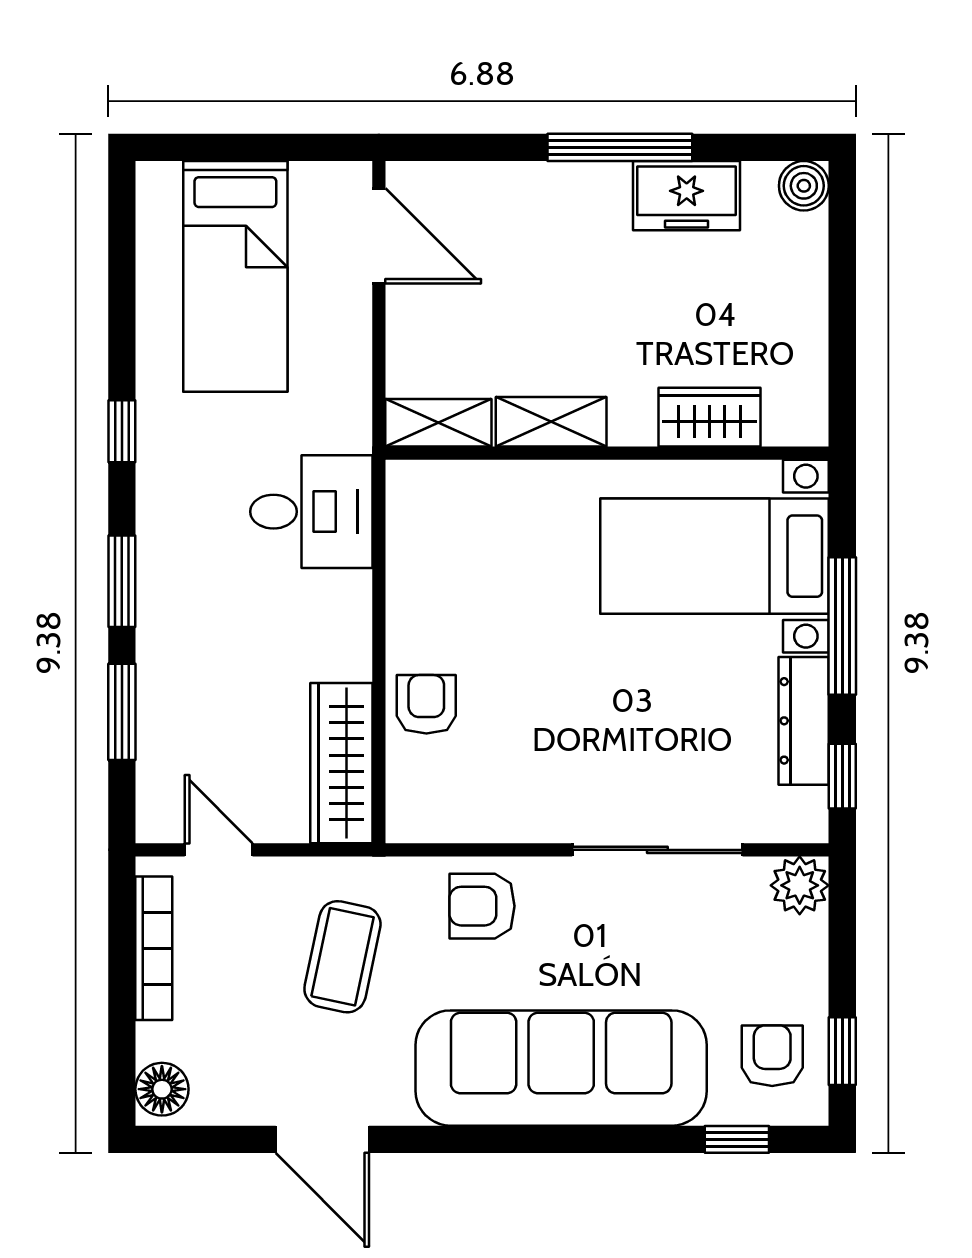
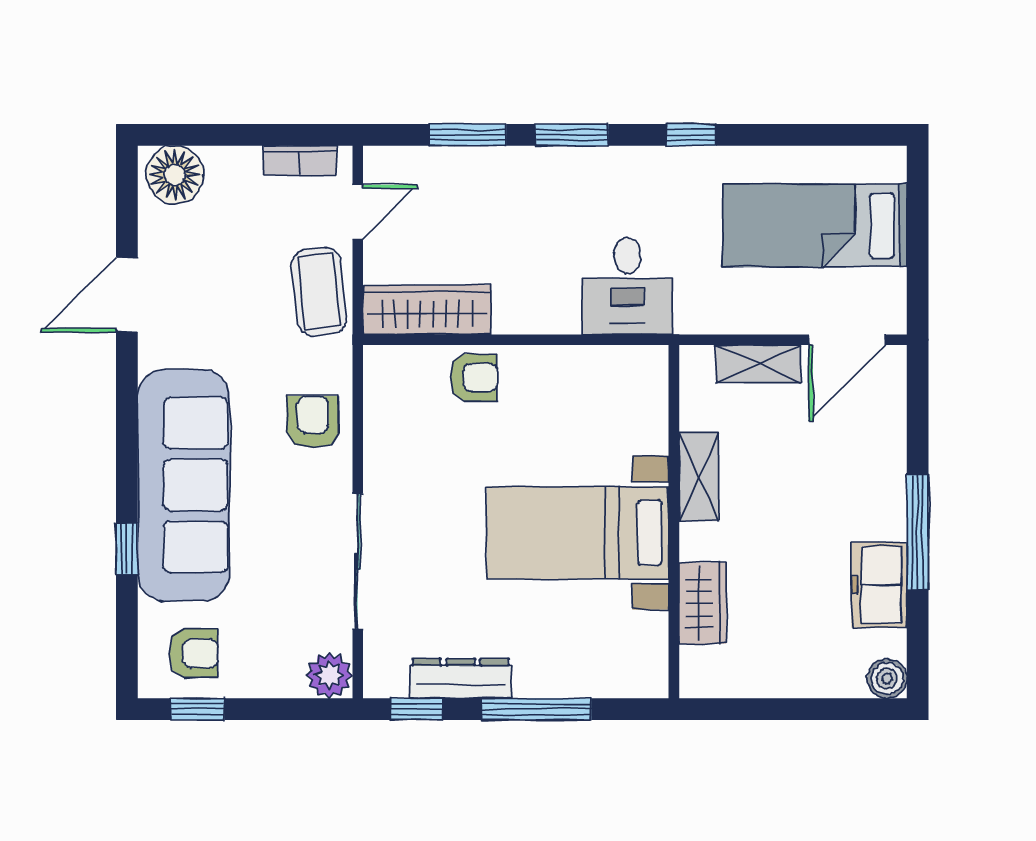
shelving: (438, 423) -> (758, 364), moved, turned 90
bed with nightstands: (715, 556) -> (578, 533), moved, turned -90
bookcase: (154, 948) -> (300, 160), width x0.64
coffee table: (342, 957) -> (319, 292), moved, turned 72
floor lamp: (162, 1089) -> (175, 175), width x1.38, depth x1.38
window: (737, 1139) -> (127, 549), moved

